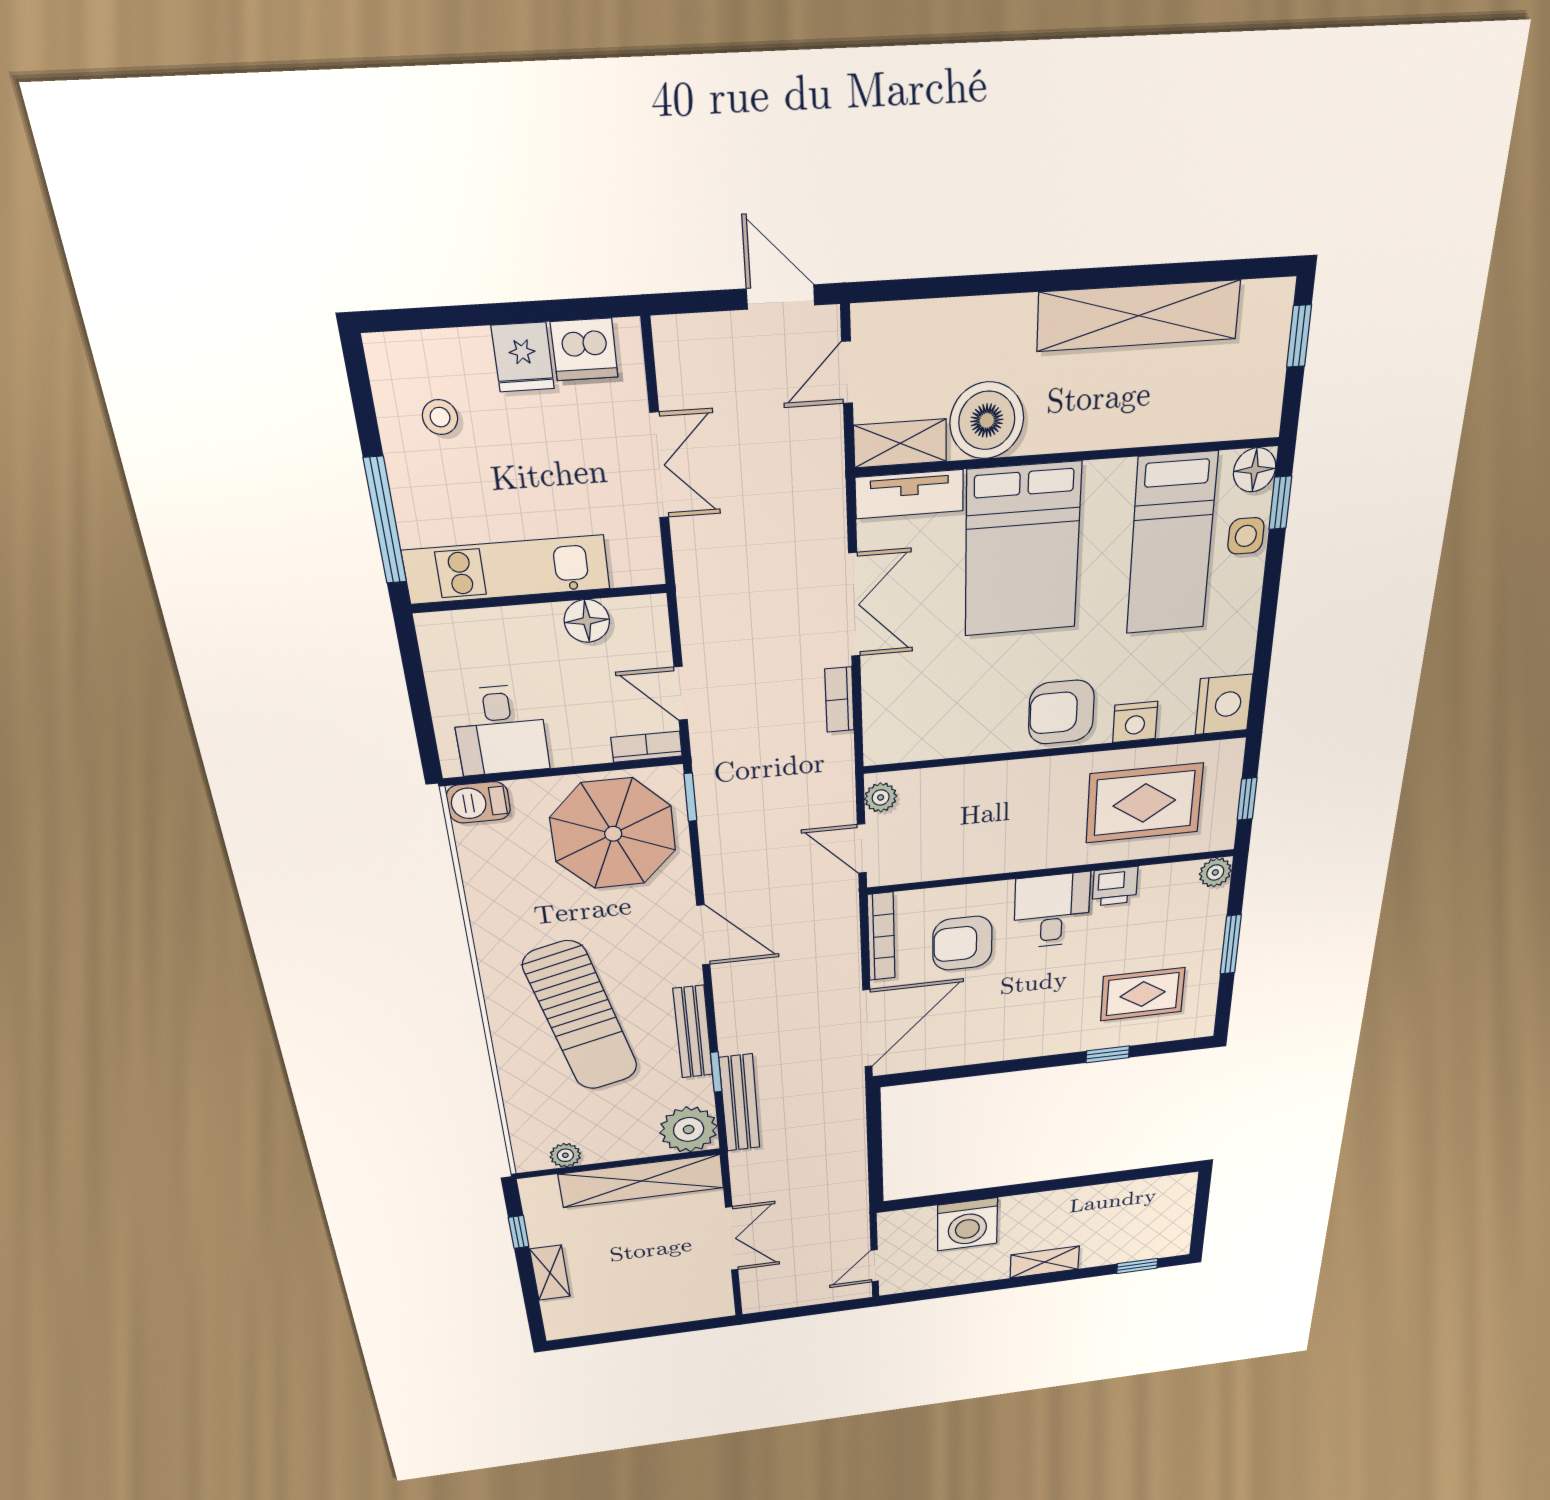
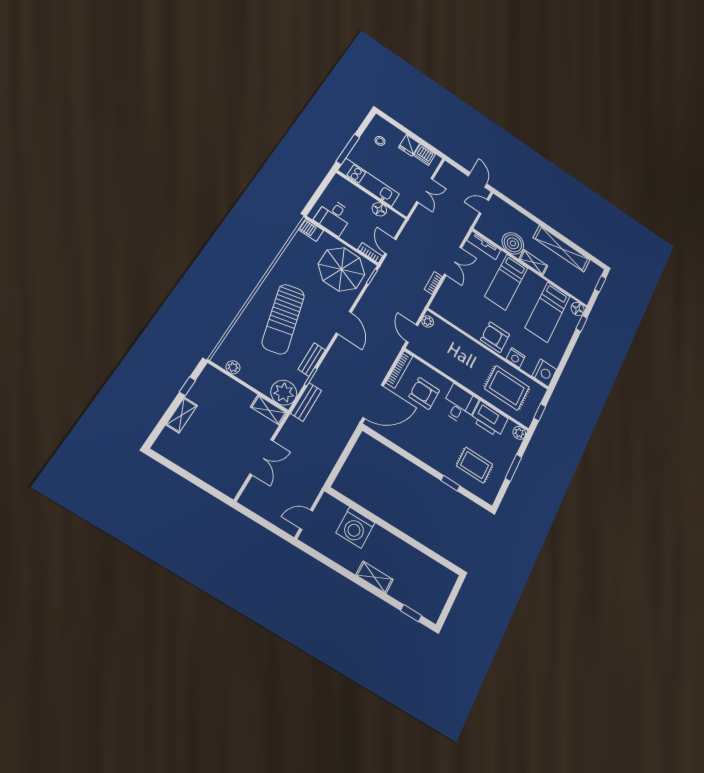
shelving: (900, 443) -> (533, 262), moved
side table: (1246, 536) -> (569, 326), removed
bed: (1022, 550) -> (506, 282), width x0.67
printer: (1115, 886) -> (489, 419), width x1.87, depth x1.48
bench: (693, 1032) -> (312, 360), width x0.73
bench: (740, 1103) -> (306, 402), width x0.73
shelving: (642, 1181) -> (269, 410), width x0.45, depth x0.75

